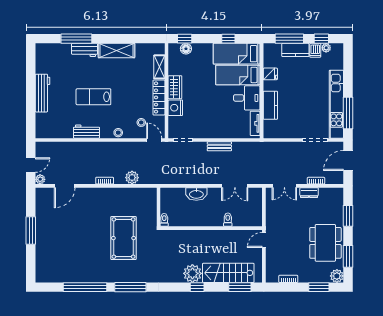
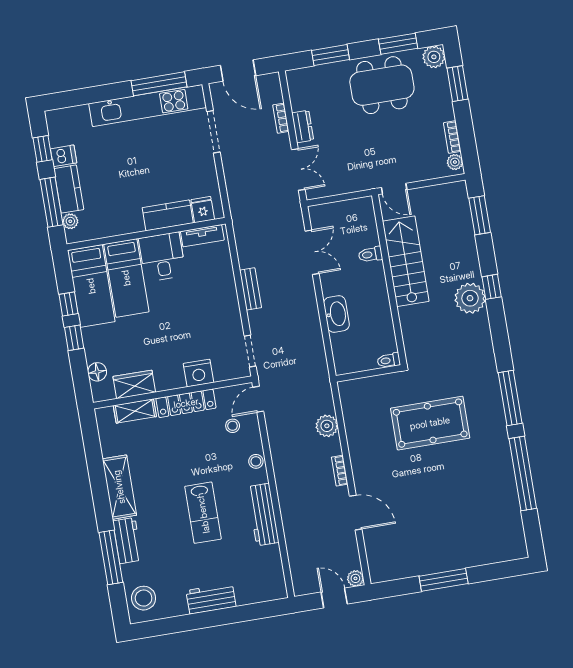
window: (185, 39) -> (74, 338), moved
plant: (326, 48) -> (70, 221), moved
stool: (49, 54) -> (144, 598), added
fridge: (270, 74) -> (203, 210), moved
wardrobe: (175, 87) -> (134, 384), moved
workbench: (43, 93) -> (211, 599), width x0.73
workbench: (86, 132) -> (263, 515), width x1.38
door: (65, 186) -> (356, 513), moved
stairs: (228, 273) -> (406, 261), moved, turned 180
plant: (273, 278) -> (455, 162), added

